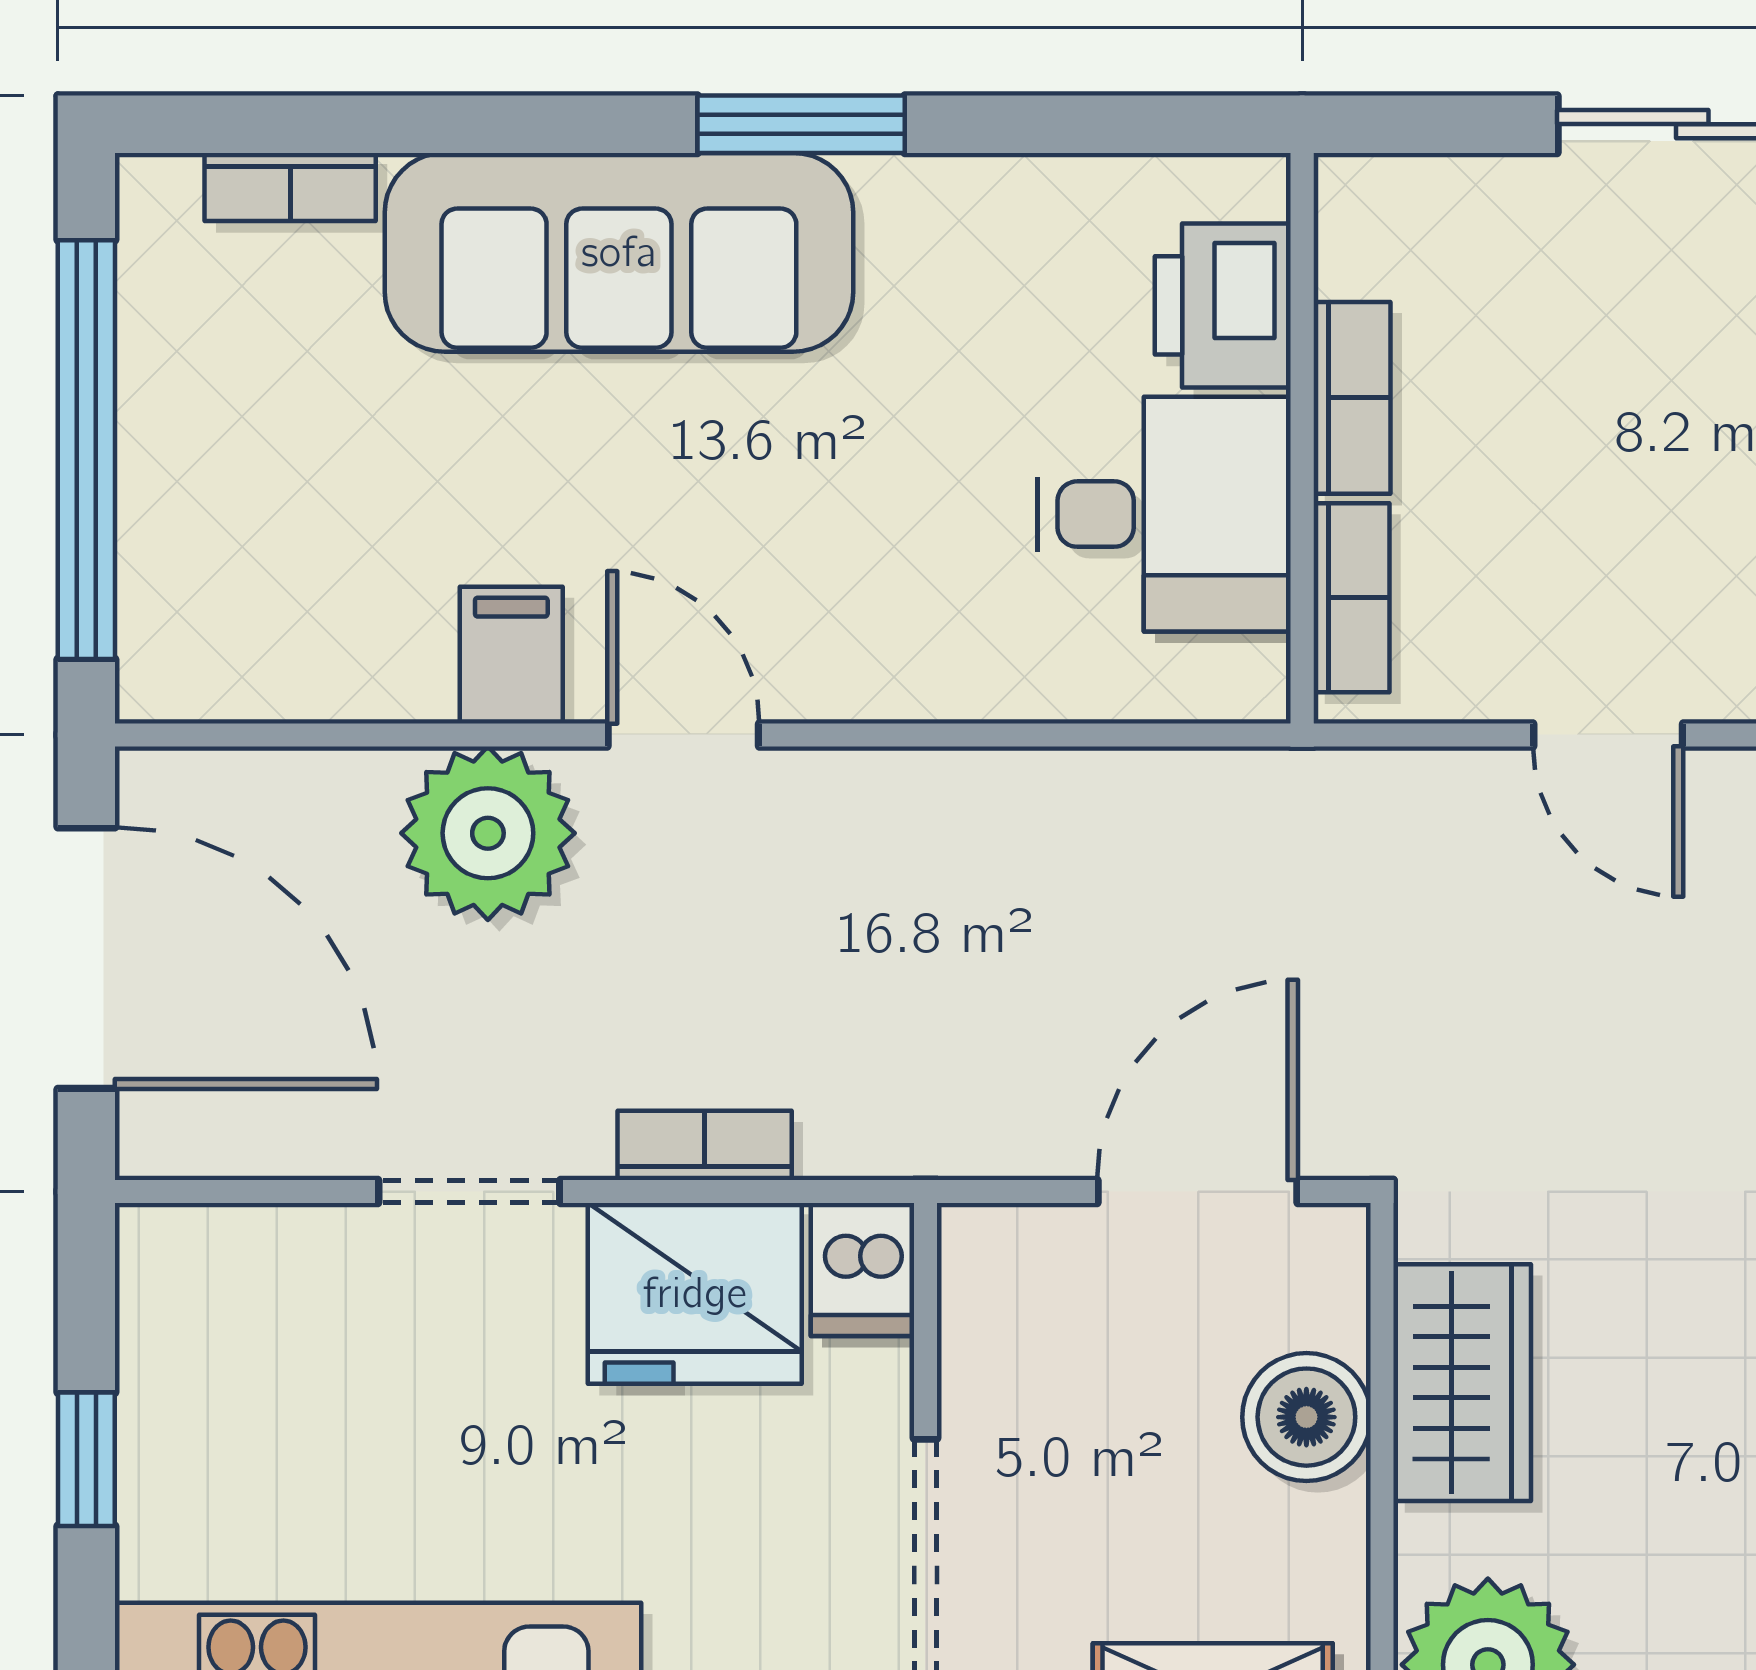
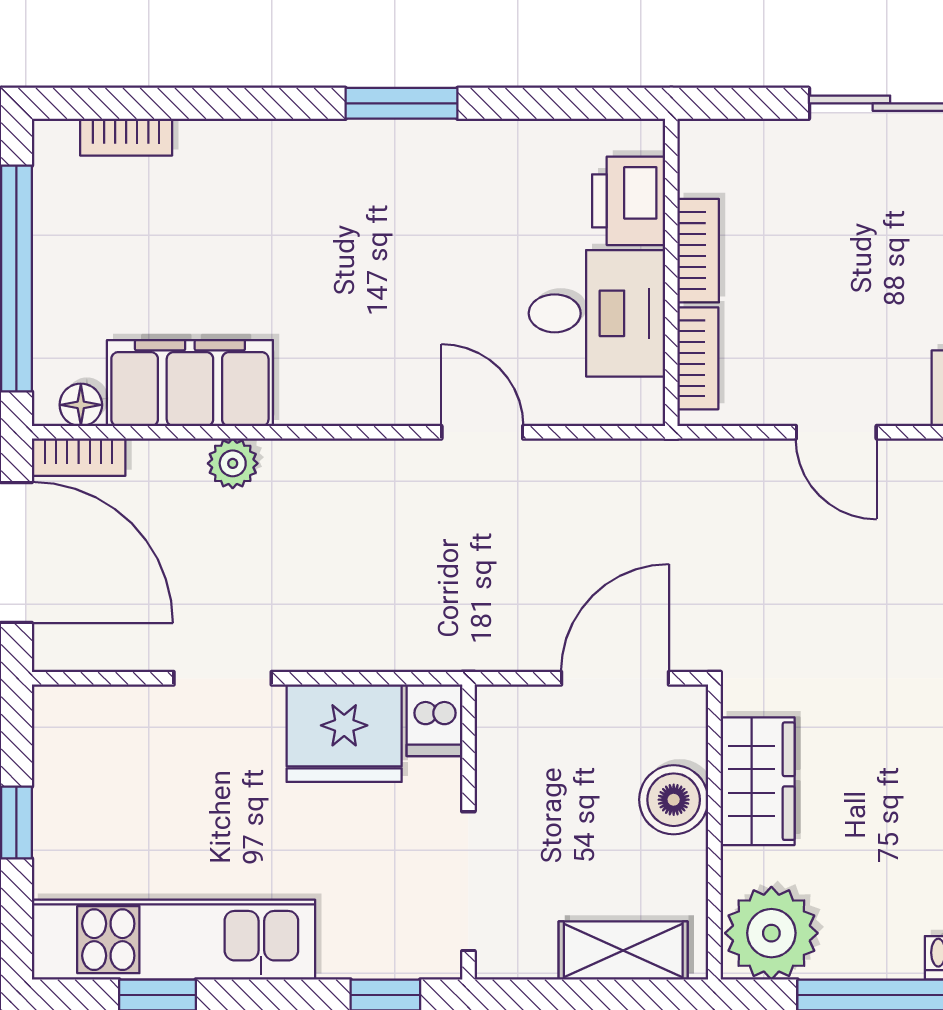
sofa: (619, 252) -> (303, 172), removed
filing cabinet: (511, 655) -> (190, 383), width x3.00, depth x1.17
floor lamp: (206, 684) -> (81, 405), added
door: (683, 735) -> (482, 432), moved
plant: (488, 833) -> (233, 463), width x0.53, depth x0.53
bookcase: (705, 1145) -> (79, 457), moved, turned 180

